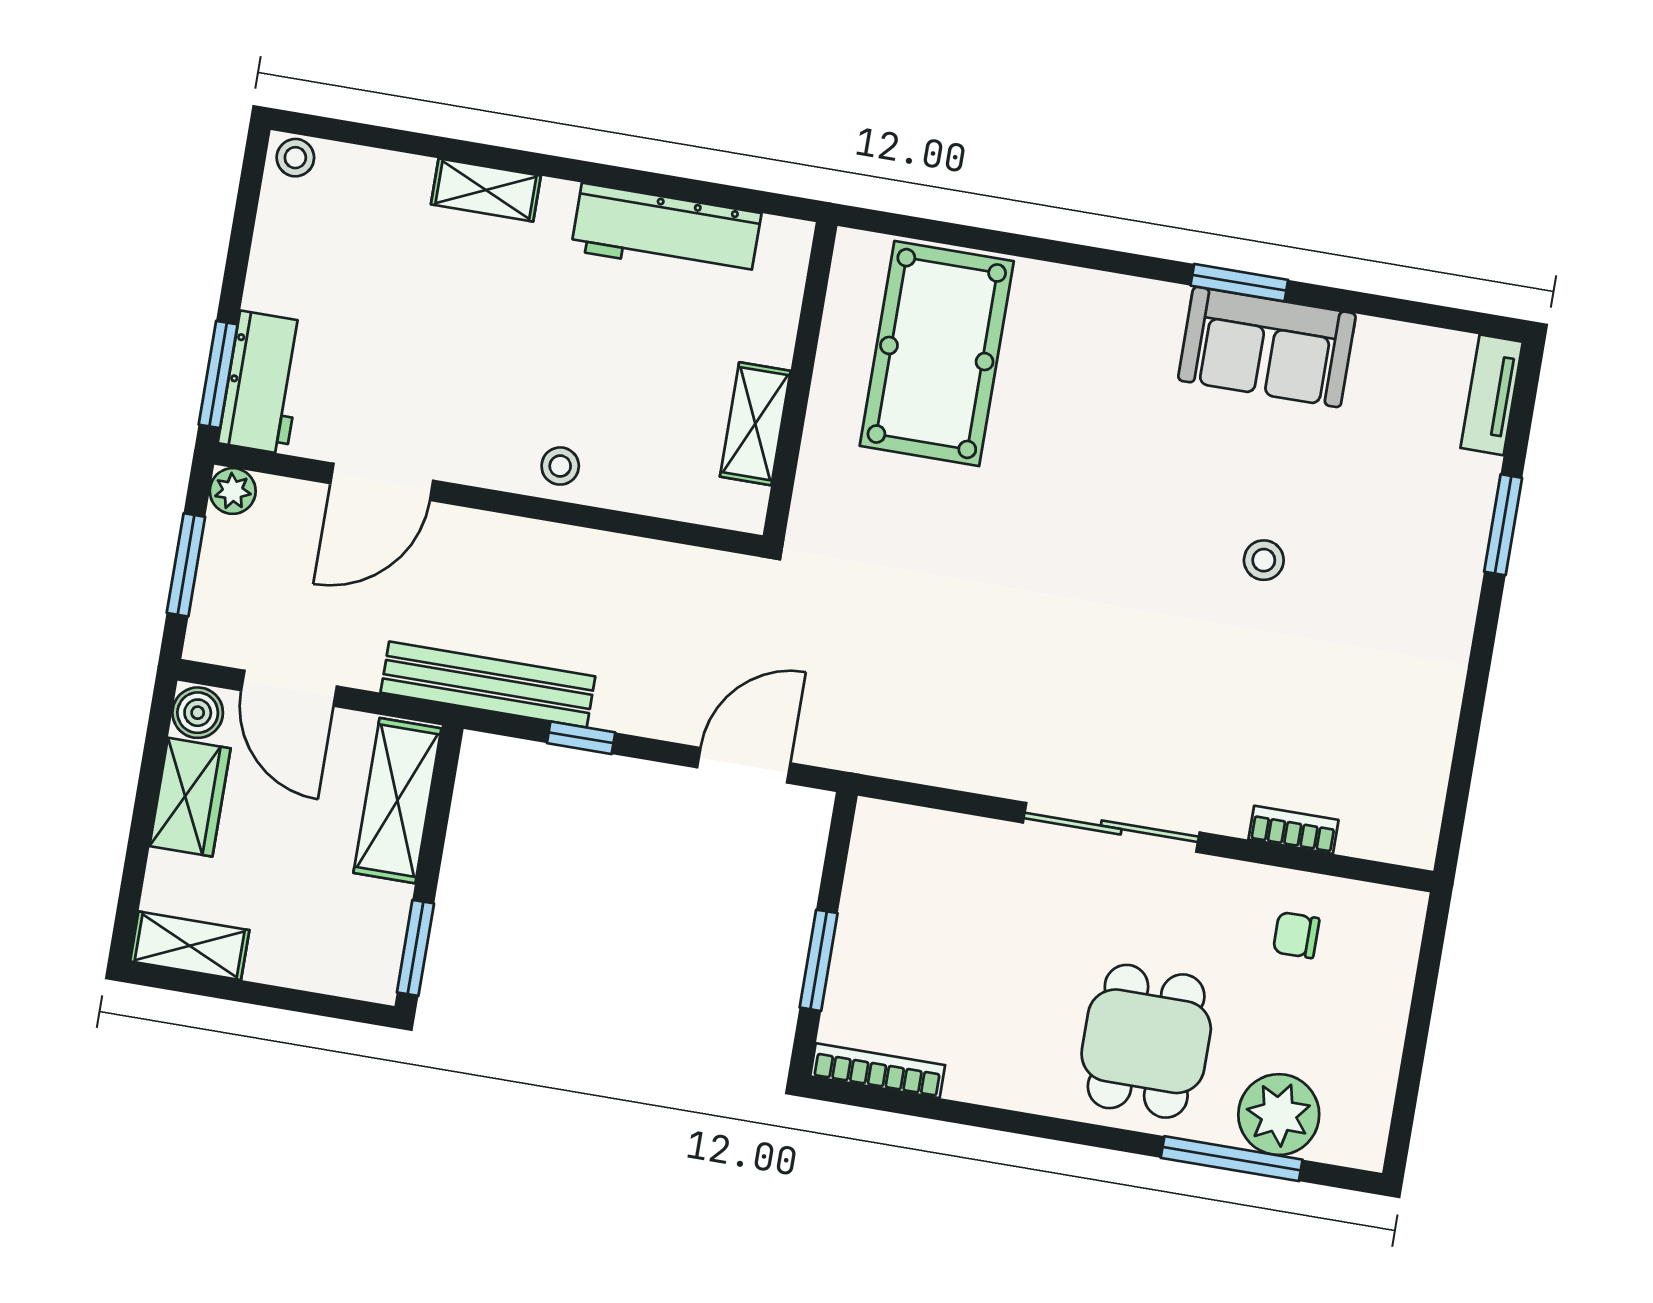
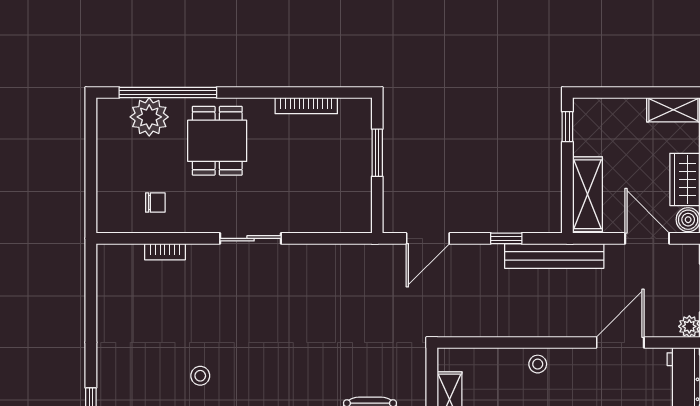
sliding door: (1111, 827) -> (251, 238), width x0.73
window: (415, 948) -> (567, 127), width x0.67
bookcase: (878, 1071) -> (306, 106), moved
window: (1232, 1159) -> (168, 92), width x1.46

